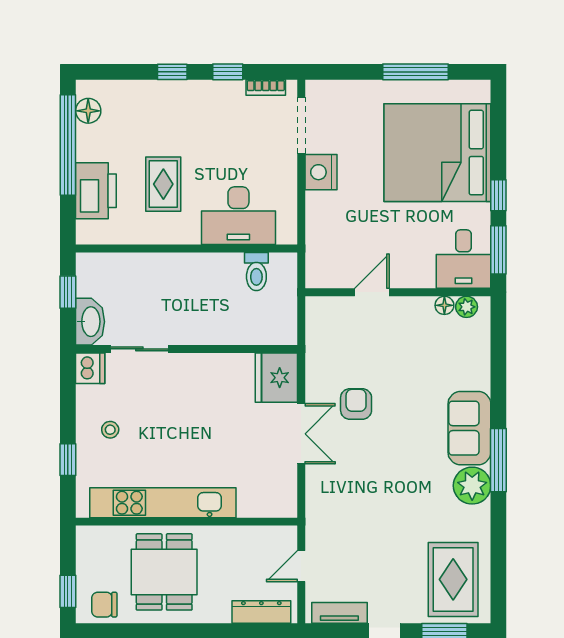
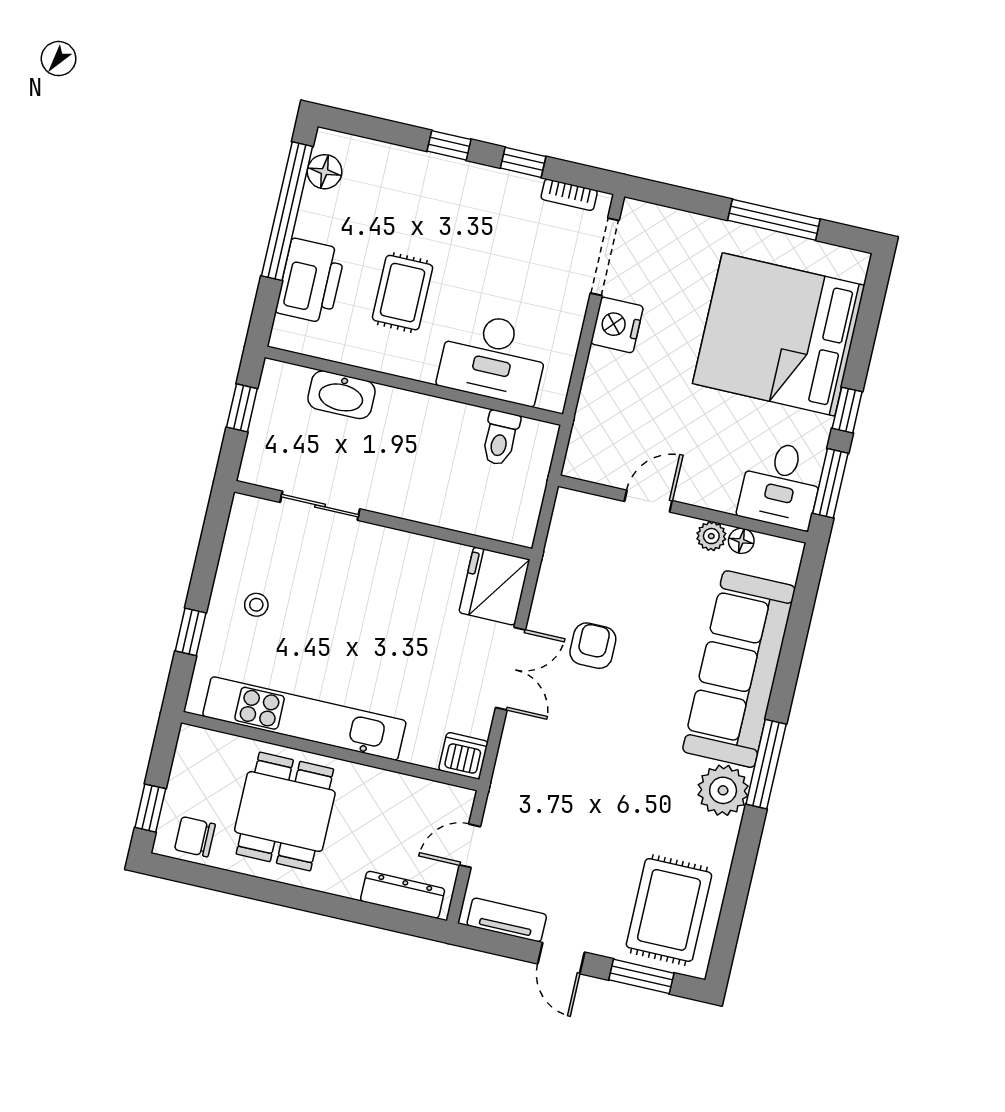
plant: (467, 307) -> (711, 536), moved
washbasin: (90, 322) -> (341, 395), moved, turned 90
dishwasher: (90, 368) -> (463, 756), moved, turned -90
sofa: (469, 428) -> (739, 669), width x1.85, depth x1.27

